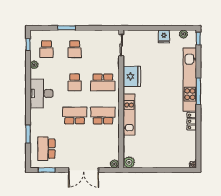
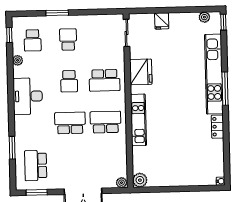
fridge: (164, 36) -> (162, 21), moved
school desk: (75, 49) -> (68, 39), turned 180

